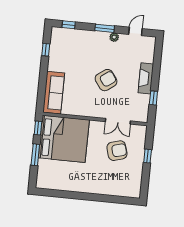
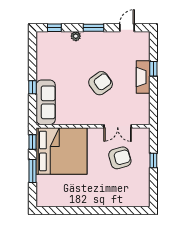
plant: (114, 37) -> (76, 36), moved
window: (46, 50) -> (33, 87), moved
window: (153, 98) -> (153, 69), moved

